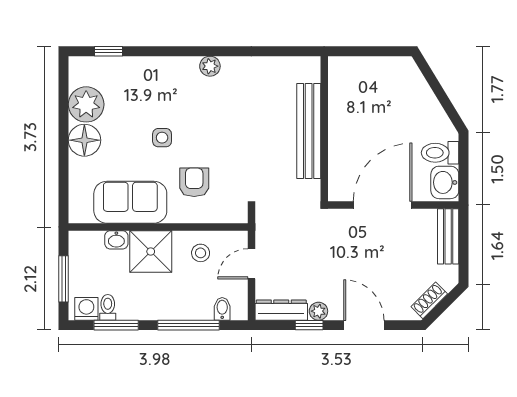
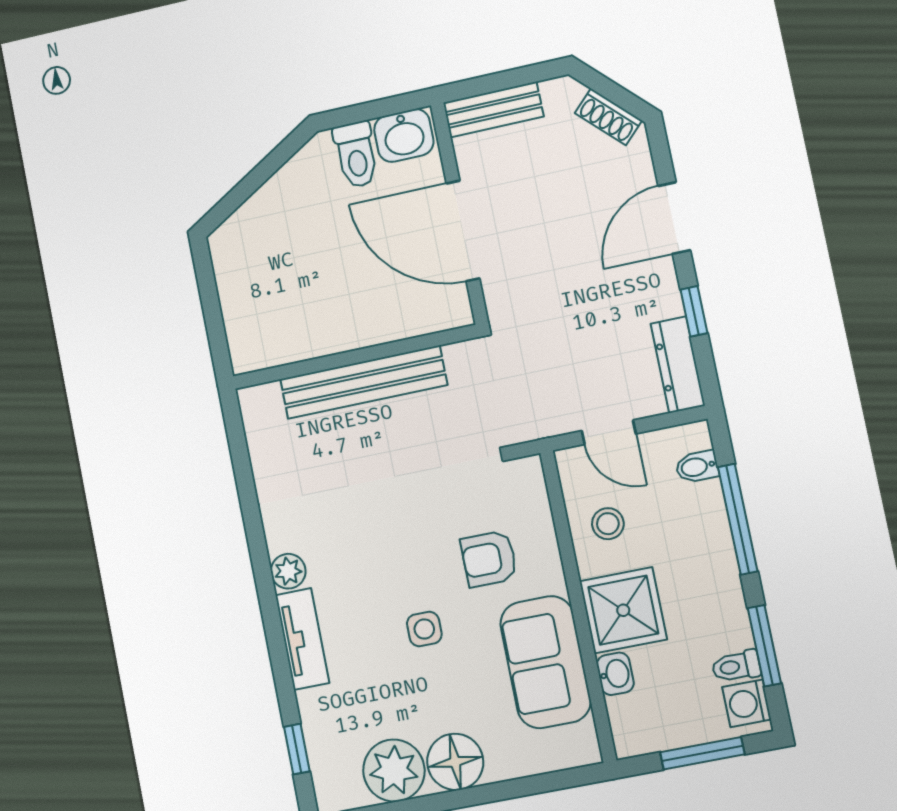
tv unit: (170, 67) -> (302, 639), added
plant: (318, 311) -> (666, 301), removed

